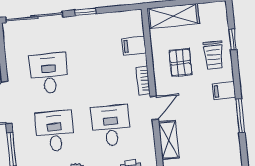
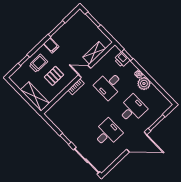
filing cabinet: (134, 46) -> (63, 104), removed
desk: (49, 73) -> (107, 133), turned 180
desk: (55, 131) -> (132, 109), turned 180

